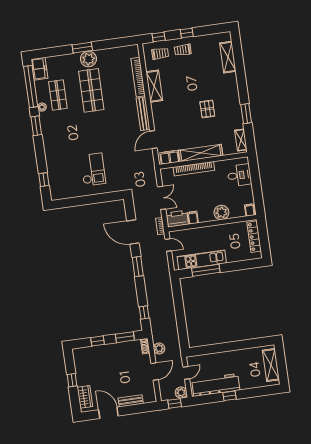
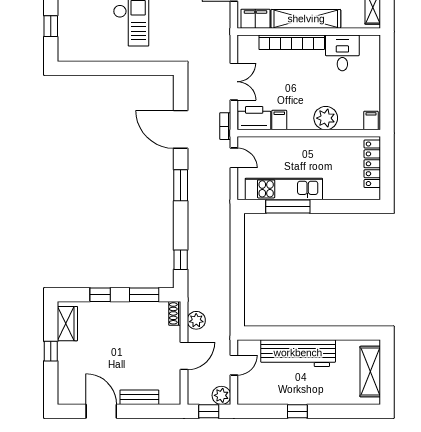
desk: (239, 175) -> (342, 53), moved, turned -90
workbench: (216, 385) -> (298, 353), moved, turned 180
wardrobe: (85, 397) -> (67, 324), moved

